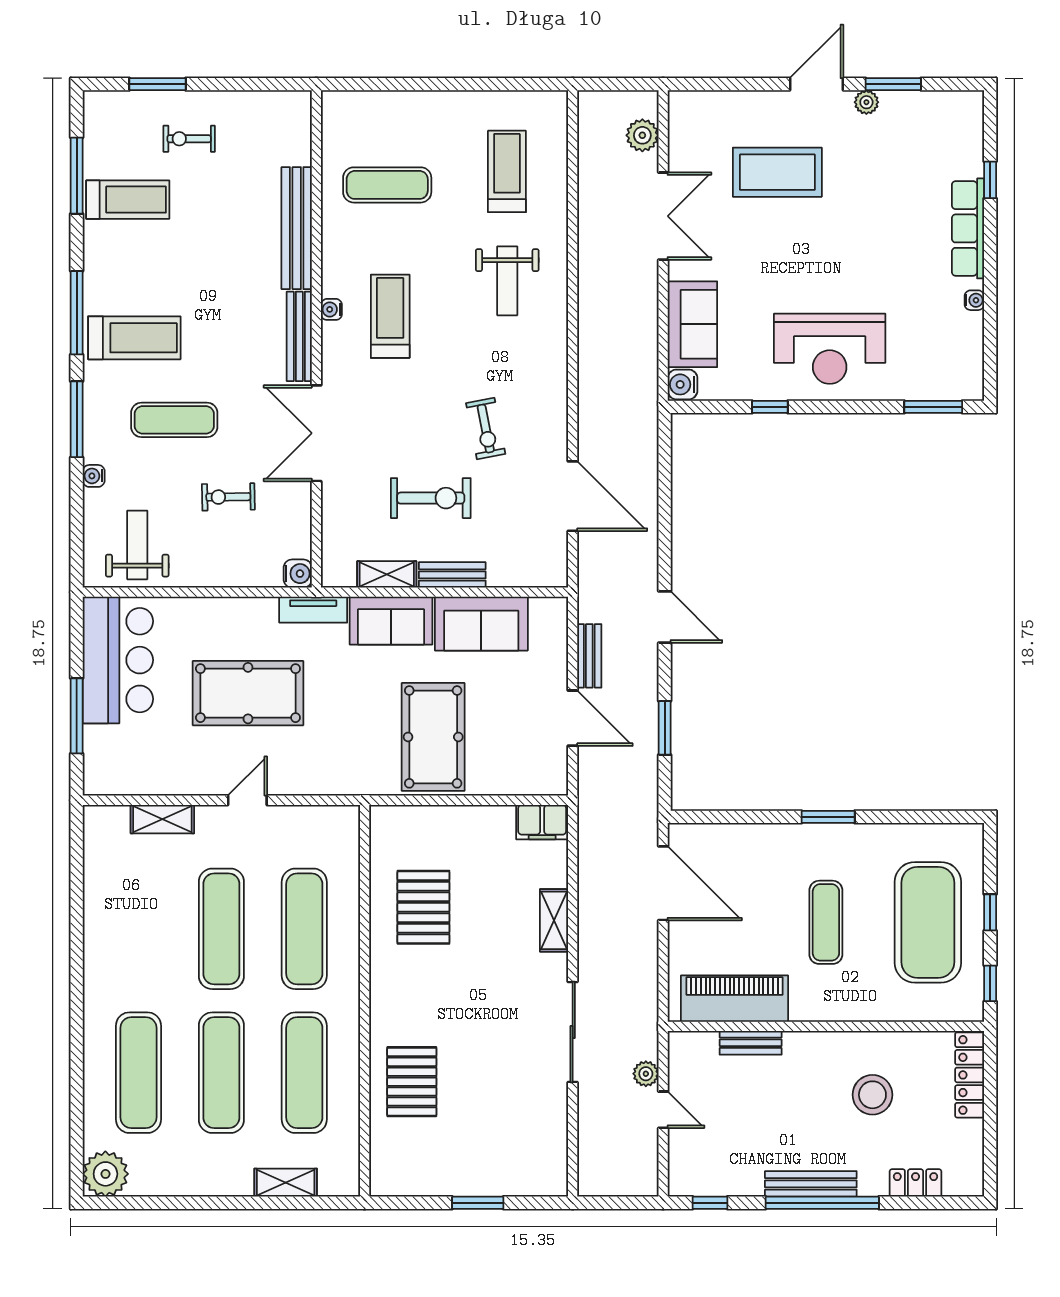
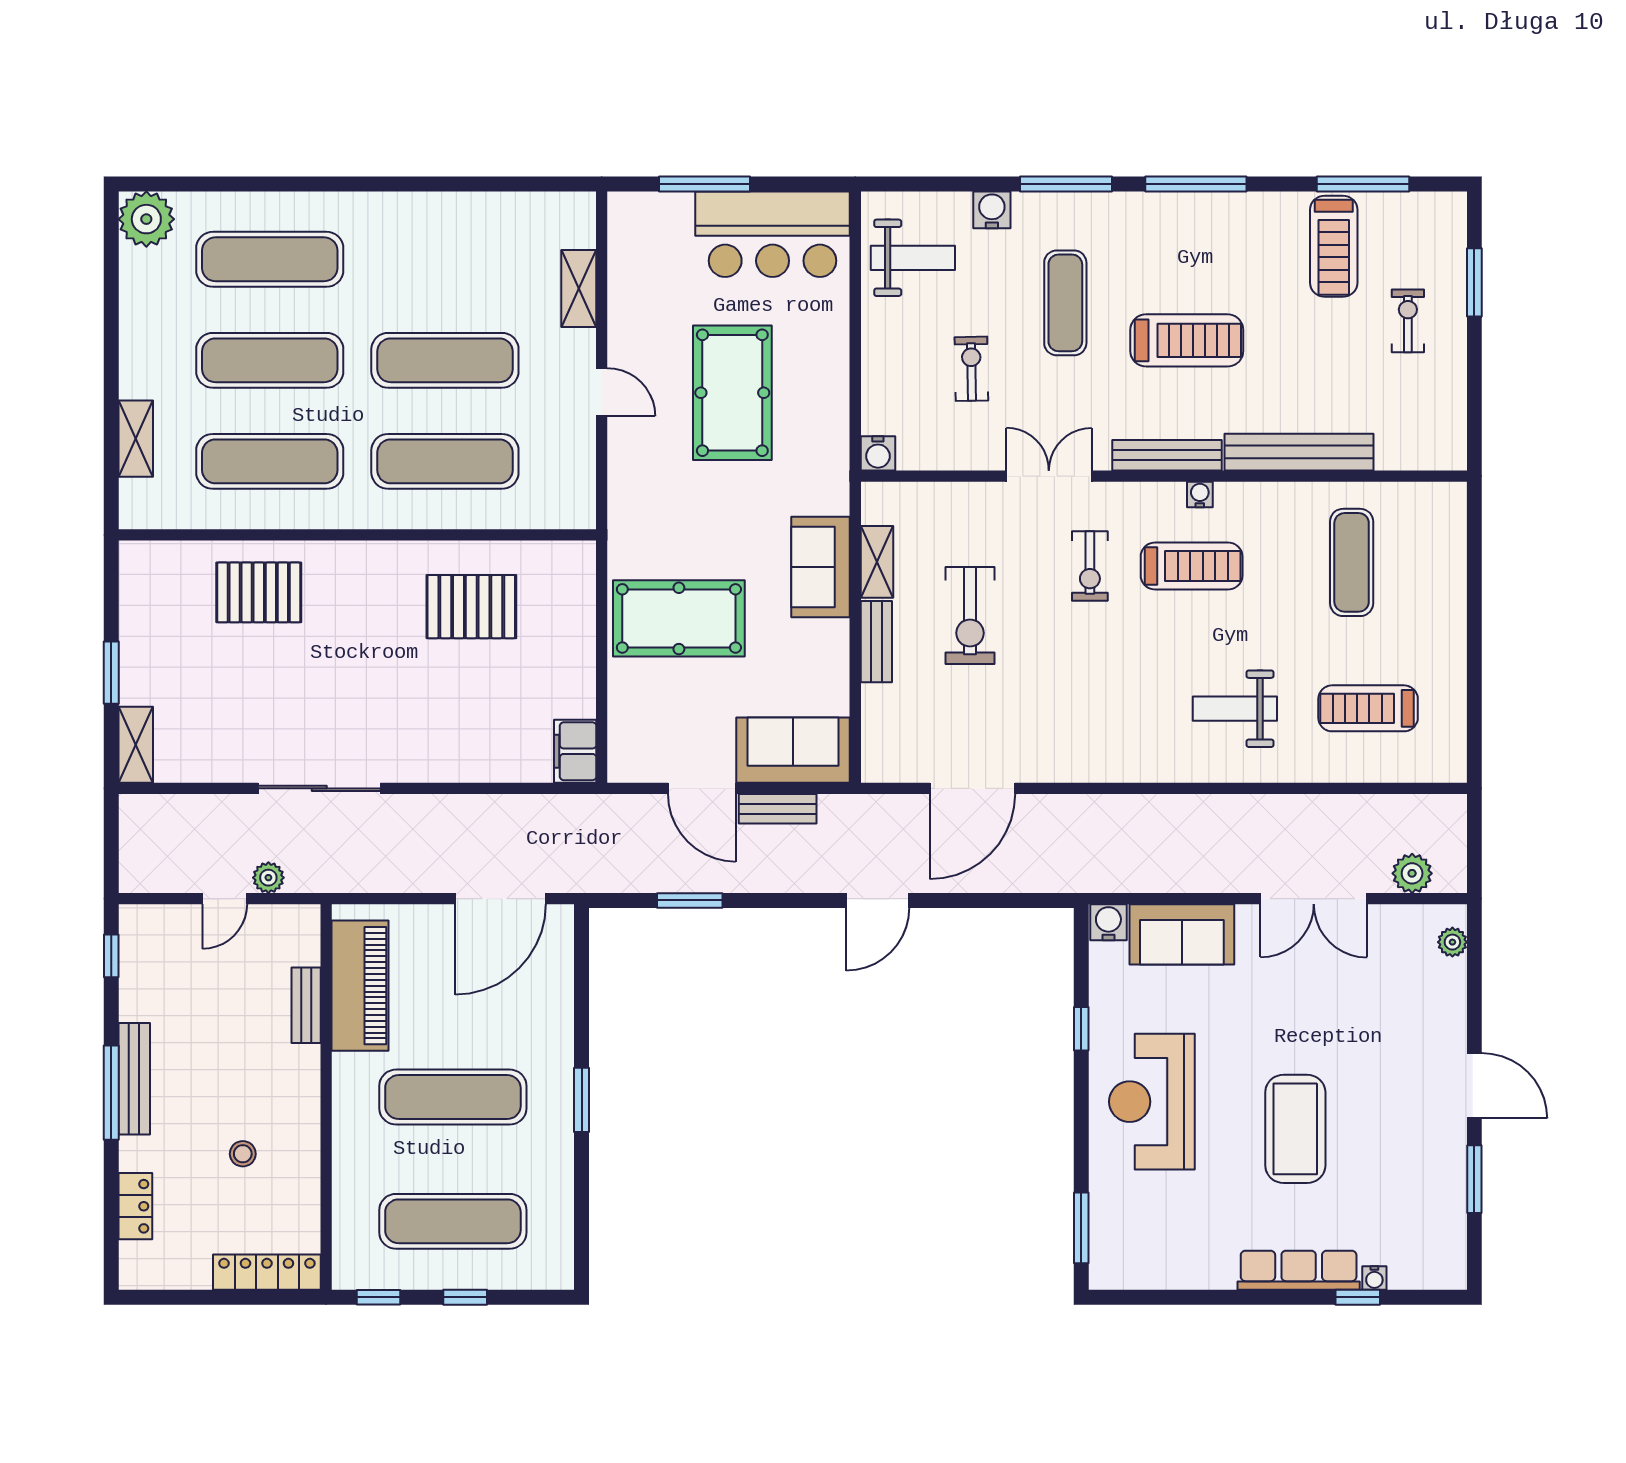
plant: (866, 102) -> (1452, 942), moved
treadmill: (507, 171) -> (1368, 708), turned 180
coffee table: (777, 172) -> (1295, 1129), moved
water cooler: (974, 300) -> (1374, 1278), moved
treadmill: (134, 338) -> (1187, 340), moved, turned -90
exercise bike: (486, 429) -> (1090, 566), moved, turned -79
double door: (316, 433) -> (1049, 476), width x0.73
water cooler: (94, 476) -> (992, 210), width x1.38, depth x1.38
tv unit: (313, 610) -> (834, 472), removed
door: (665, 617) -> (878, 900), moved
sofa: (481, 624) -> (793, 750), moved, turned 90
door: (573, 718) -> (702, 788), hinge flipped
shelving: (554, 920) -> (136, 745), moved, turned 90
exercise mat: (826, 922) -> (453, 1097), width x1.36, depth x1.45
exercise mat: (928, 922) -> (453, 1221), width x0.68
stool: (872, 1095) -> (243, 1154), width x0.53, depth x0.53
window: (822, 1203) -> (111, 1093), width x0.68

